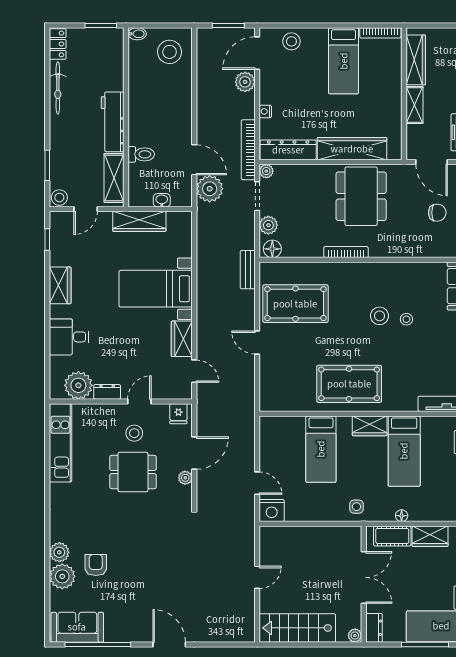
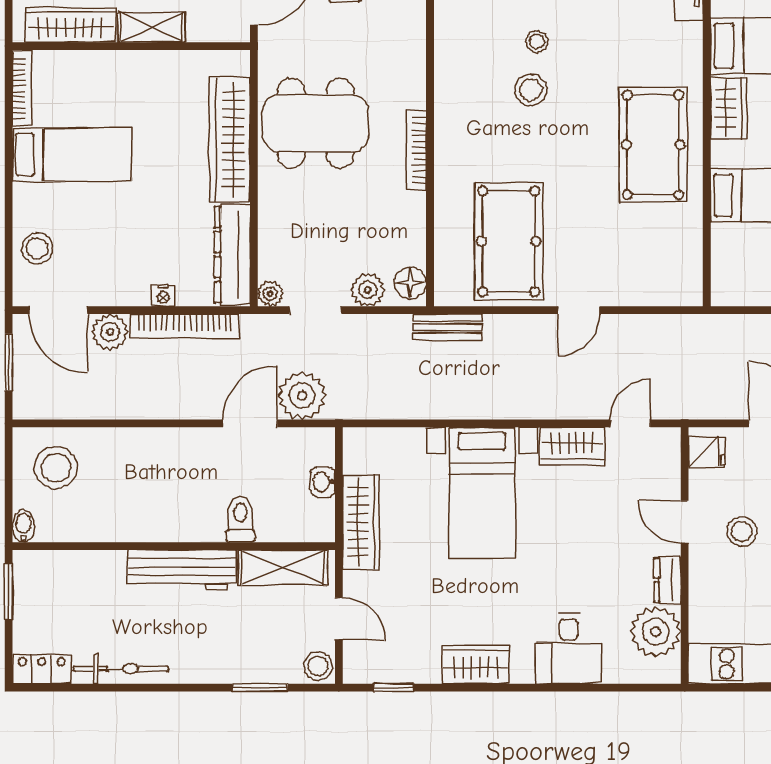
bookcase: (248, 150) -> (185, 326), moved

